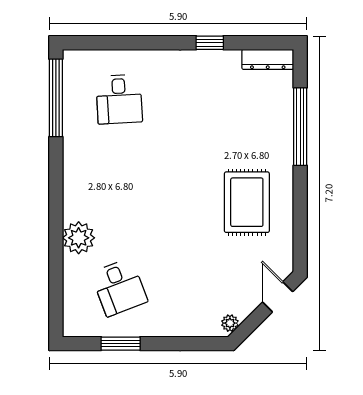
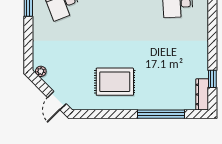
window: (210, 43) -> (212, 79), moved
door: (278, 297) -> (57, 101), swing flipped

